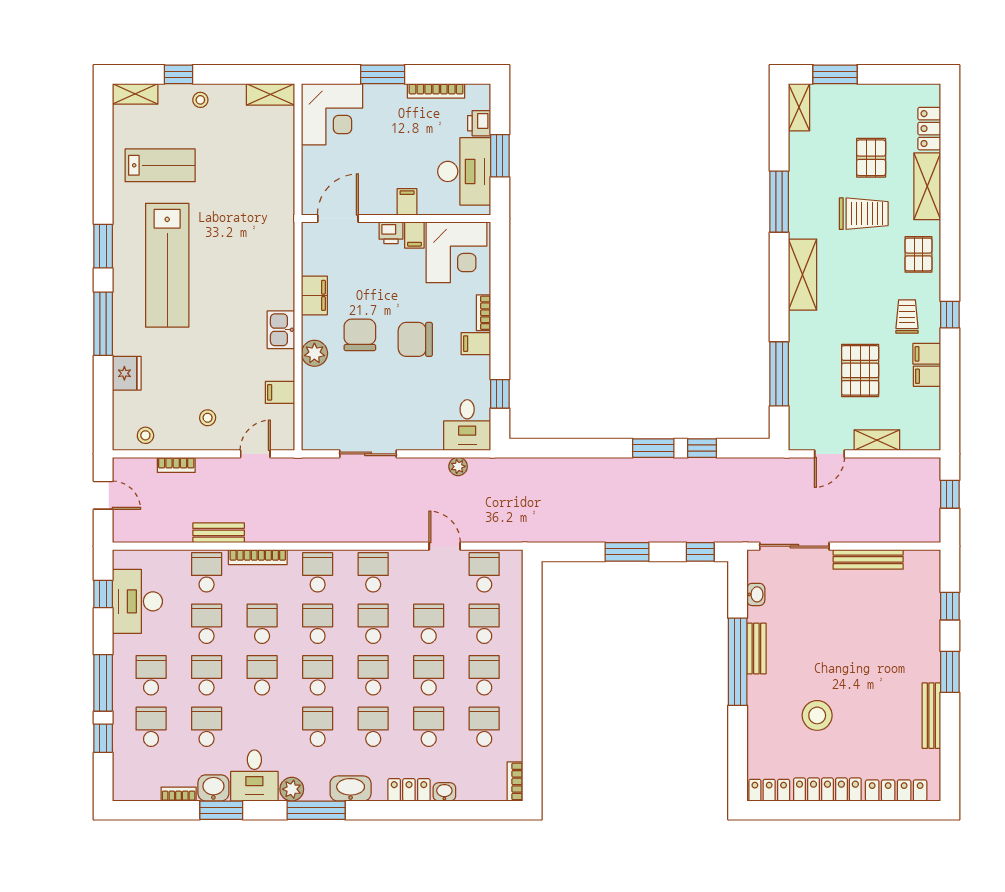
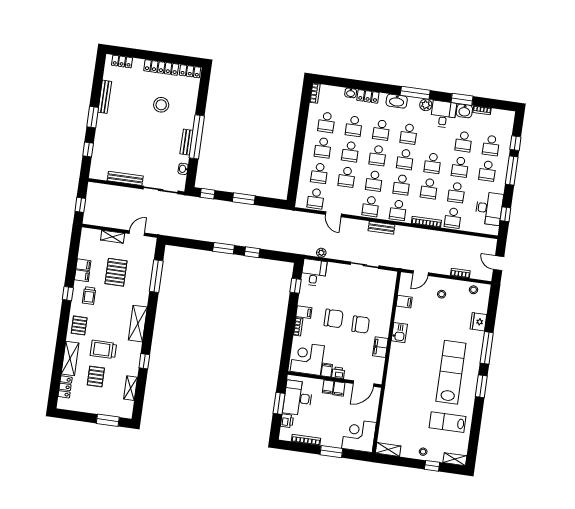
shelving: (799, 107) -> (131, 388), moved
filing cabinet: (385, 201) -> (339, 389), added
window: (779, 202) -> (144, 361), width x0.46
chair: (360, 335) -> (361, 325), turned -90
plant: (314, 353) -> (384, 319), removed
window: (702, 448) -> (252, 252), moved
bench: (219, 533) -> (381, 228), moved
locker: (896, 790) -> (122, 61), width x0.66

